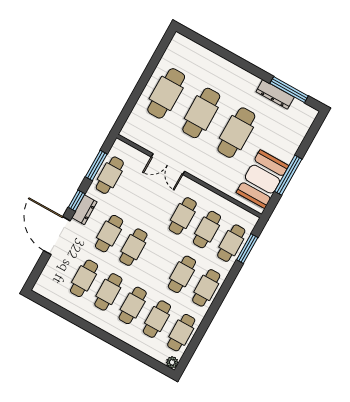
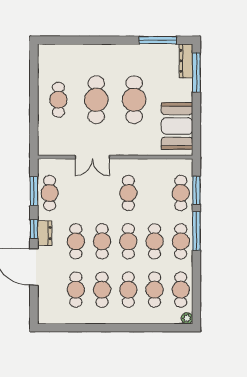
cafe table: (166, 93) -> (58, 100), width x0.73, depth x0.74
dresser: (275, 94) -> (186, 61), moved, turned 90
window: (288, 175) -> (196, 72), moved
cafe table: (207, 230) -> (128, 241), moved
window: (226, 286) -> (196, 231), added

